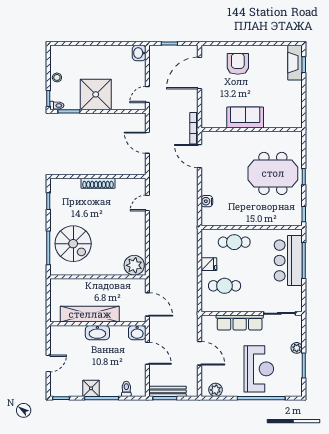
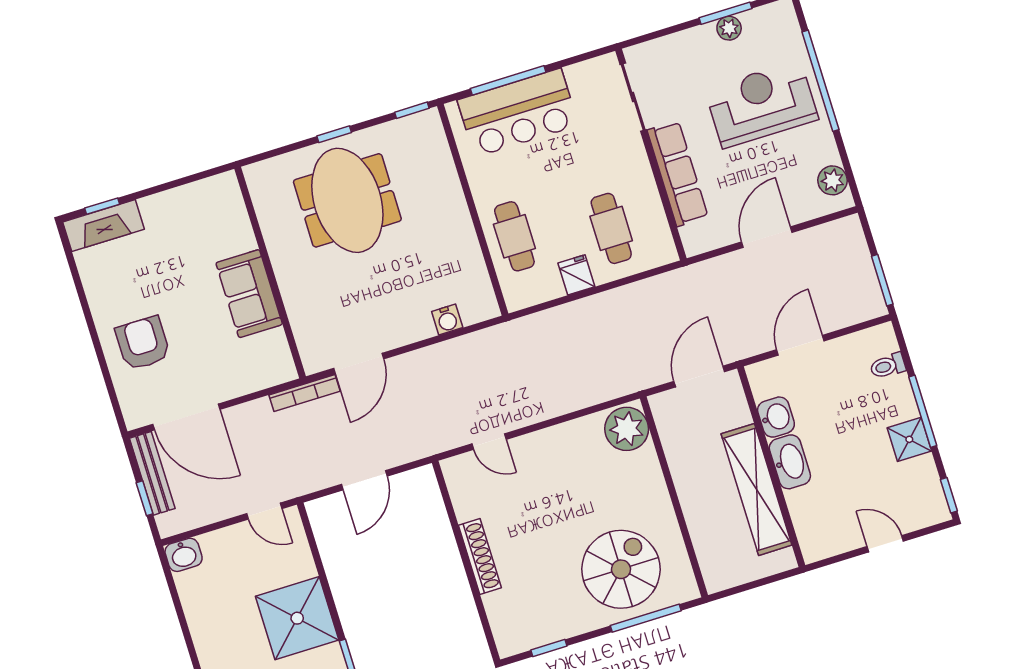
armchair: (238, 64) -> (143, 343), turned 90
washbasin: (137, 333) -> (776, 417), moved
plant: (297, 348) -> (729, 28), moved
bench: (168, 391) -> (152, 473), moved

